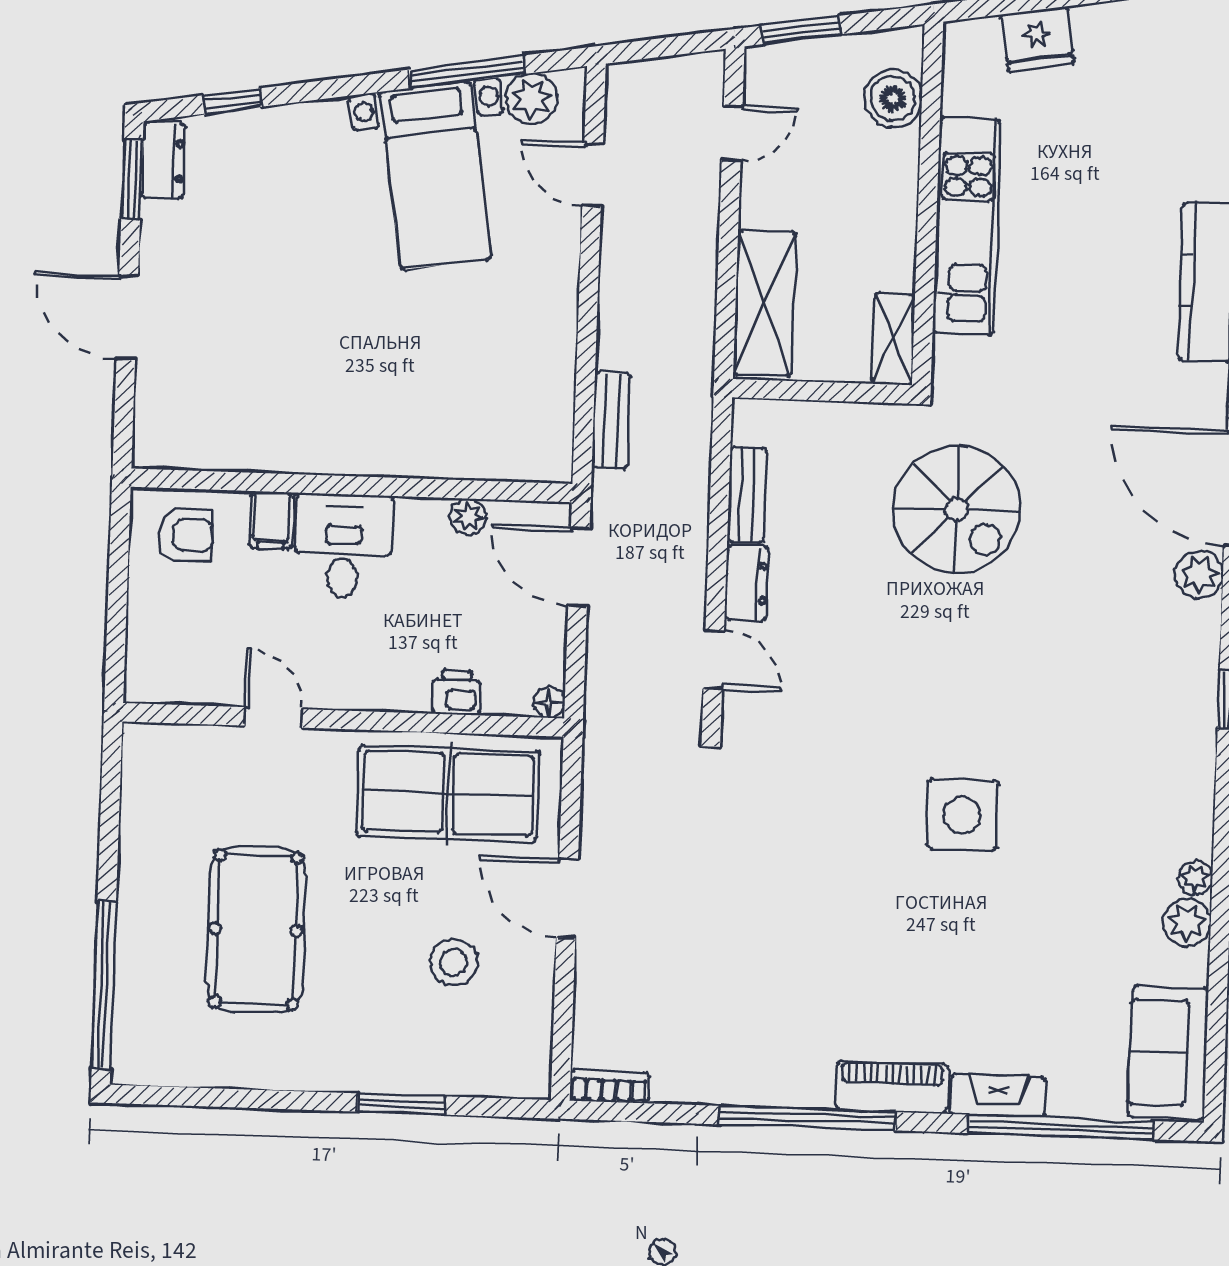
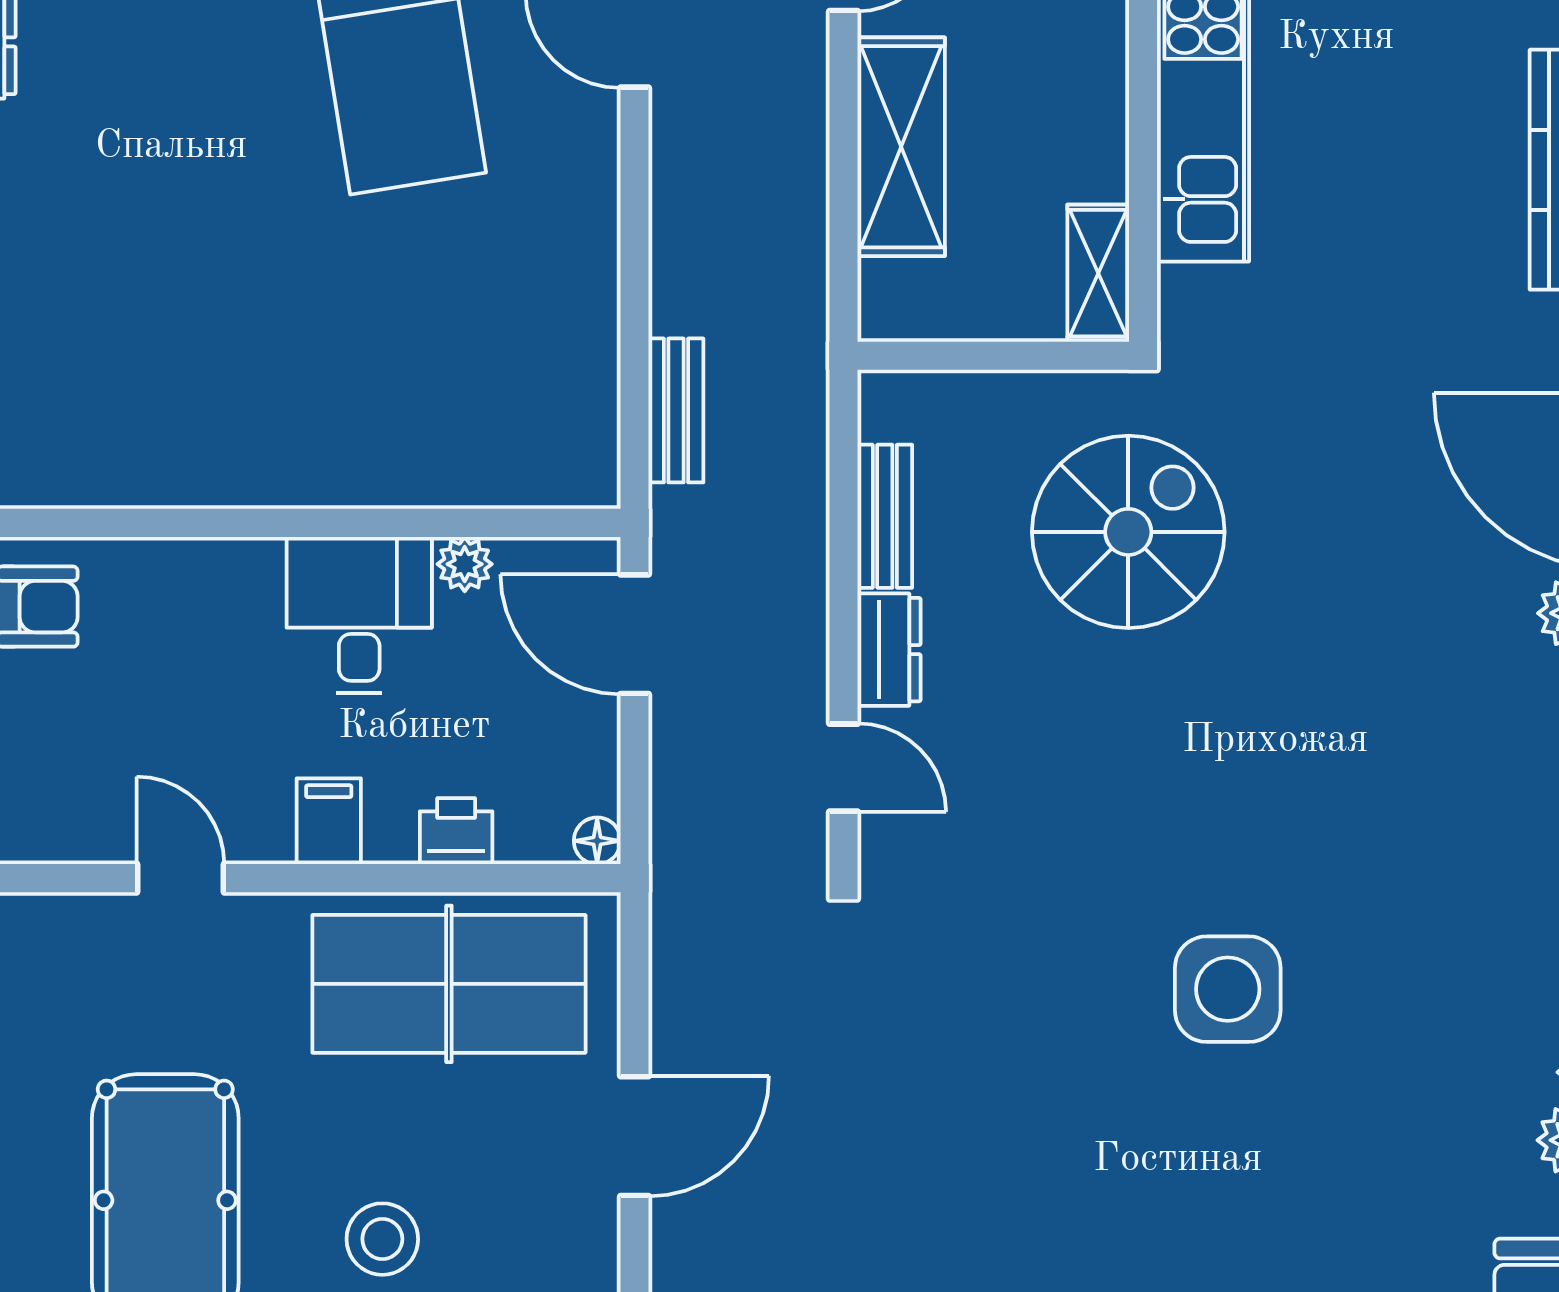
shelving: (764, 303) -> (901, 147), moved
spiral stairs: (957, 509) -> (1128, 532), moved, turned -90
filing cabinet: (271, 520) -> (329, 821), moved, turned 180
desk: (343, 546) -> (359, 615), moved
door: (567, 898) -> (635, 1136), swing flipped
stool: (454, 962) -> (382, 1239), moved

